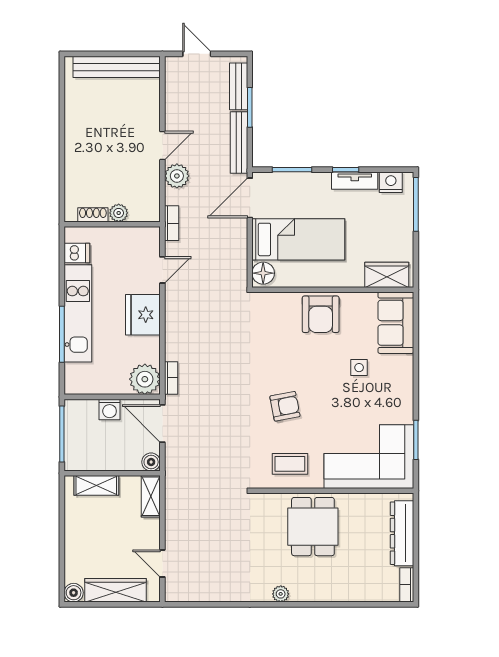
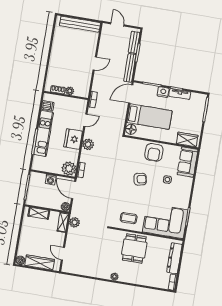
plant: (177, 176) -> (88, 144), moved
nightstand: (391, 182) -> (163, 92), moved
armchair: (285, 406) -> (140, 179), moved
plant: (176, 492) -> (75, 222), added

